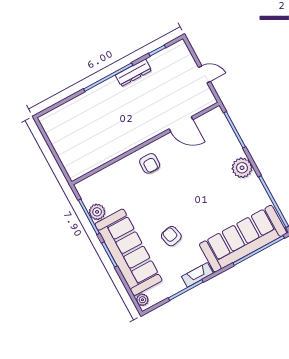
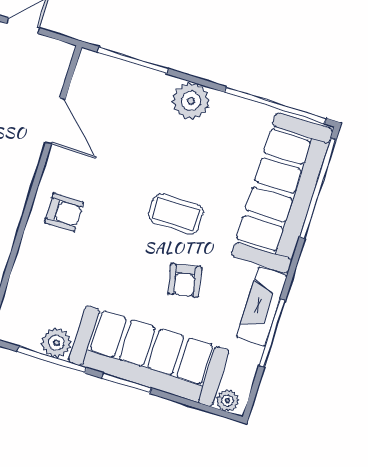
door: (181, 124) -> (55, 121), hinge flipped
coffee table: (193, 207) -> (176, 214), added
armchair: (171, 236) -> (185, 280), turned -88
fireplace: (197, 275) -> (262, 307), width x1.37, depth x1.32

